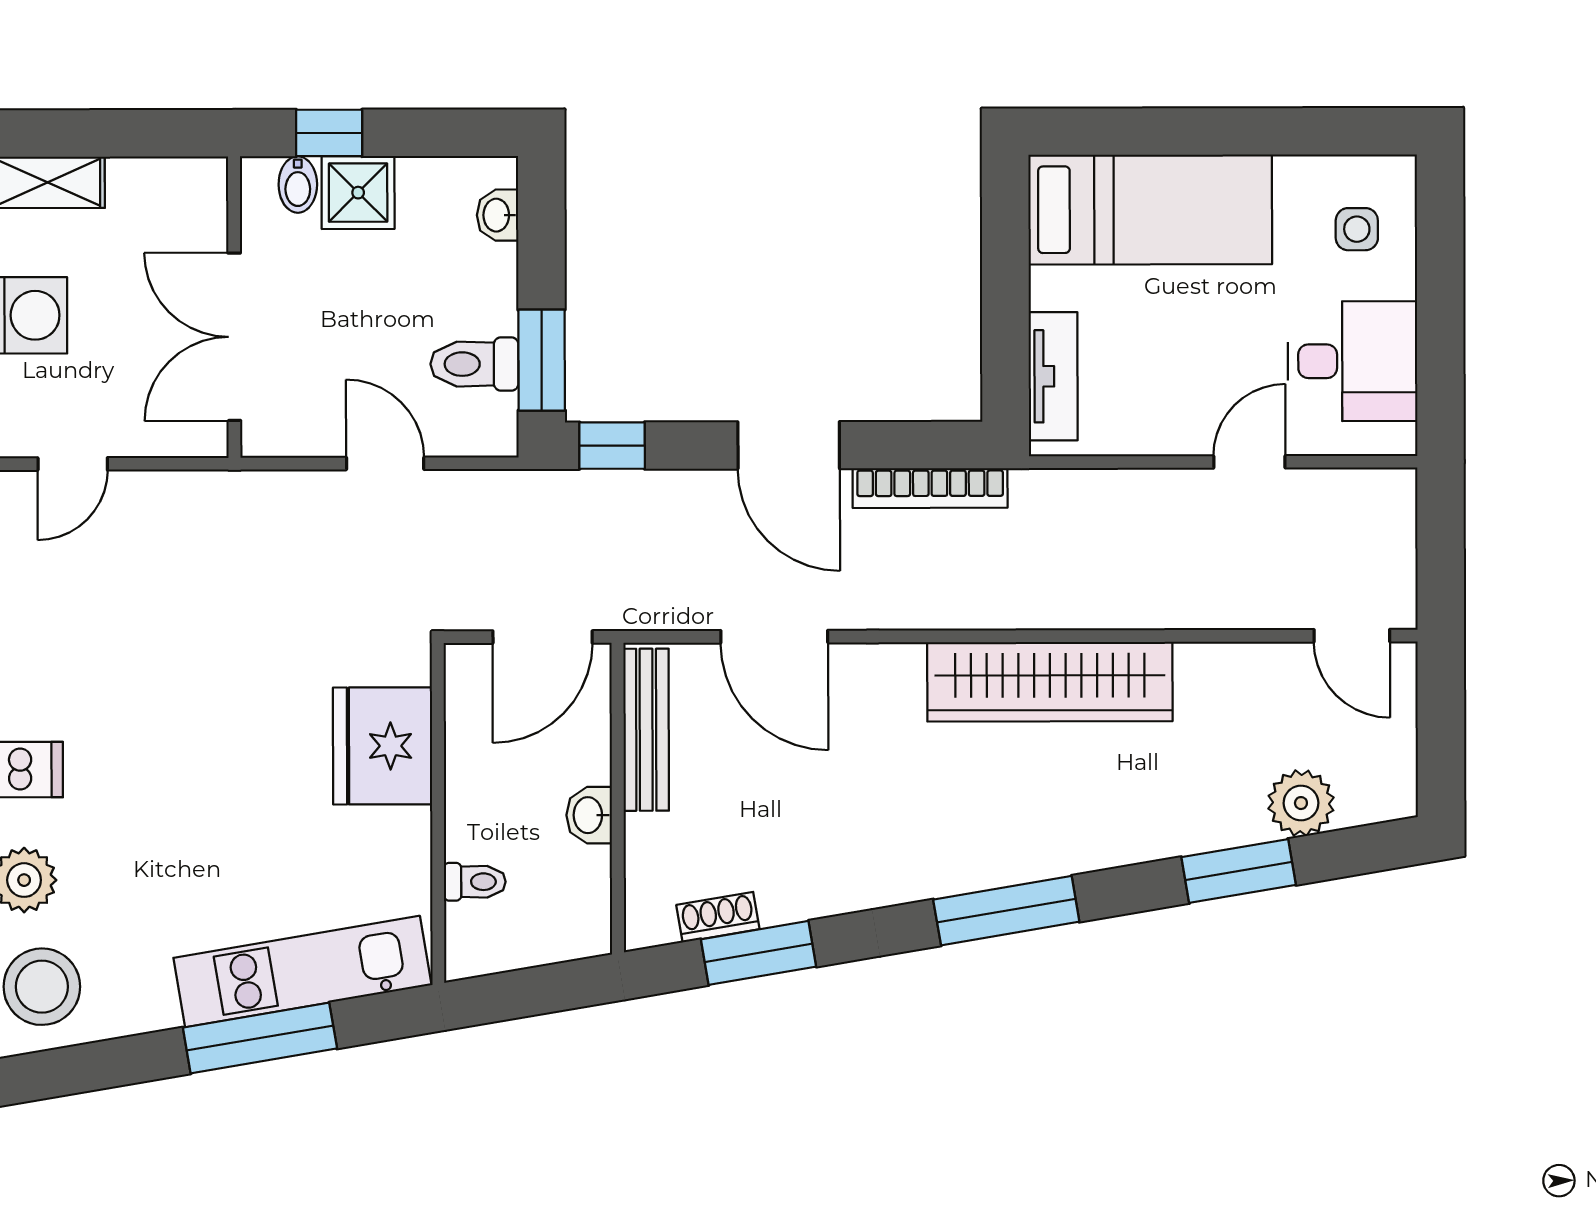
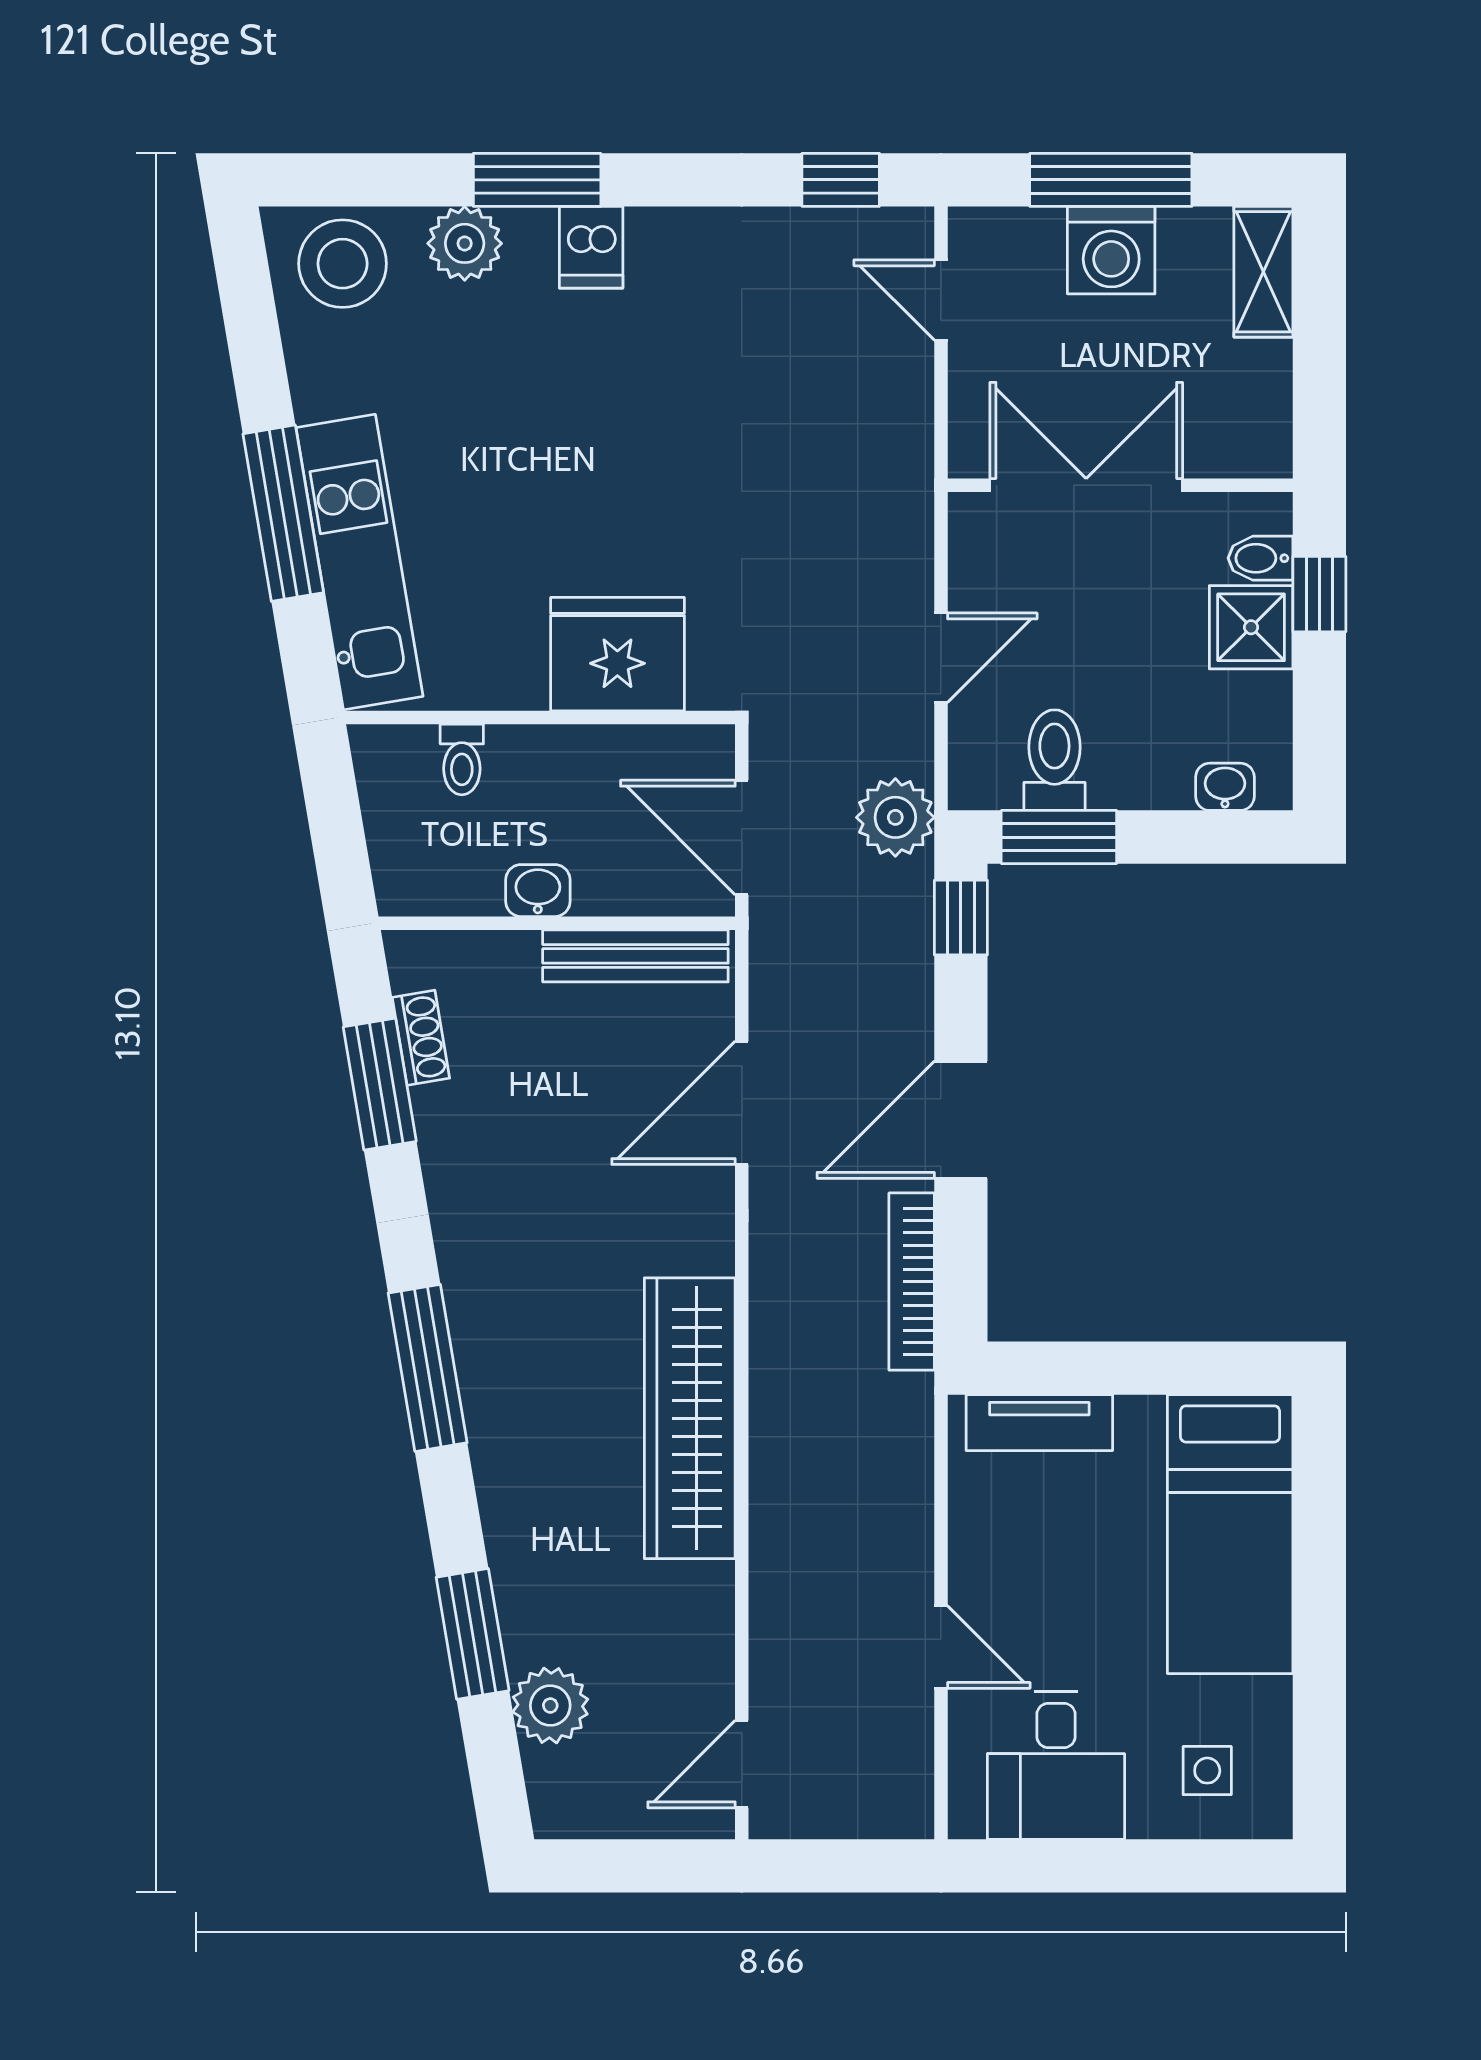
plant: (525, 503) -> (895, 817), added

